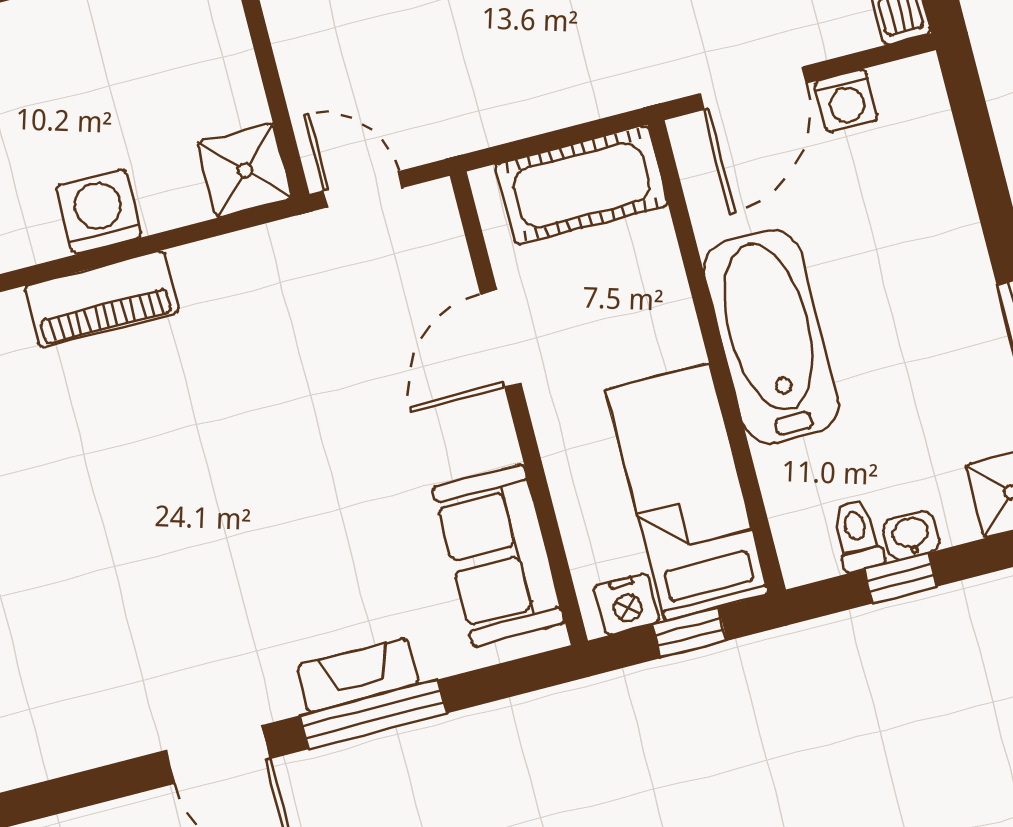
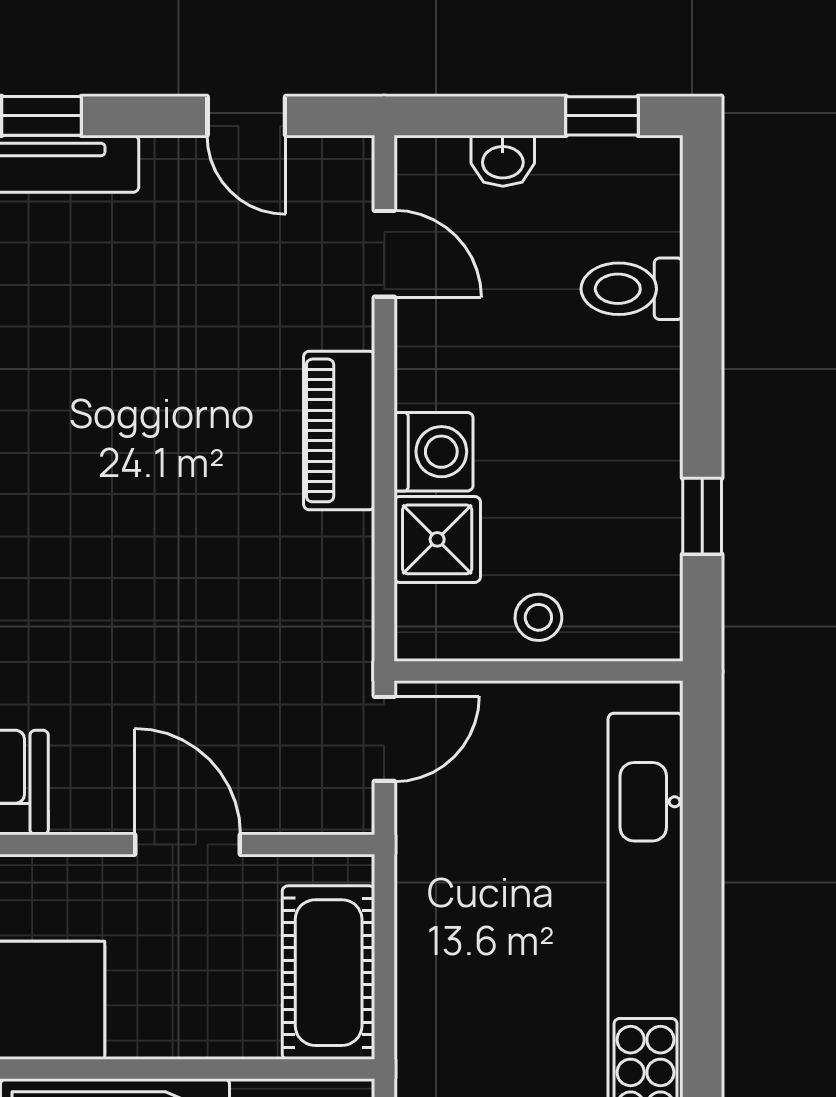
stool: (221, 81) -> (538, 617), added
shower: (245, 170) -> (437, 539), moved

